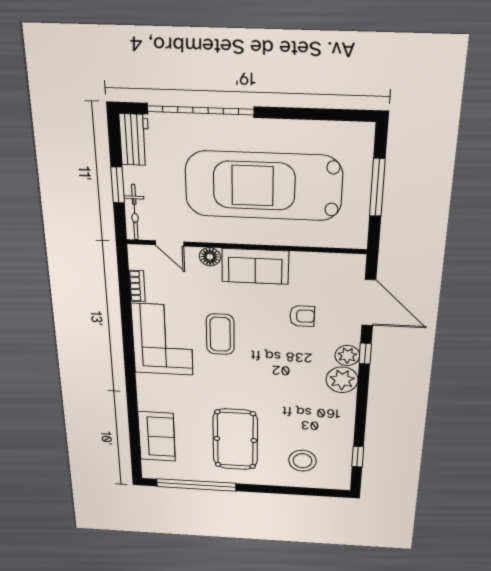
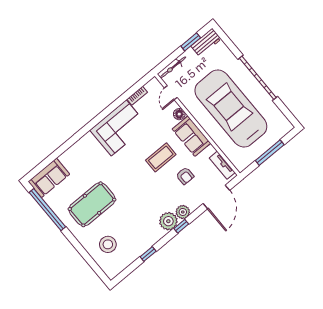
garage door: (201, 110) -> (258, 78), moved
window: (118, 185) -> (191, 42), moved
tv unit: (333, 262) -> (222, 165), added
coffee table: (220, 334) -> (161, 157), moved
window: (365, 354) -> (181, 226), moved
sofa: (157, 436) -> (49, 178), moved
window: (358, 457) -> (148, 254), moved

